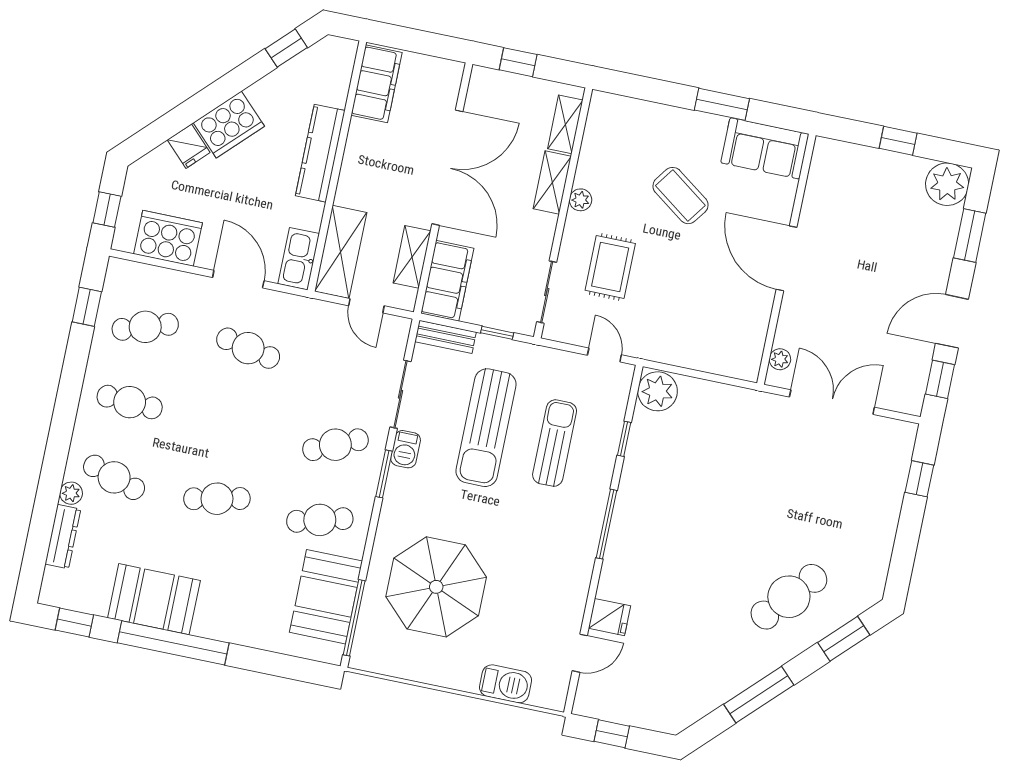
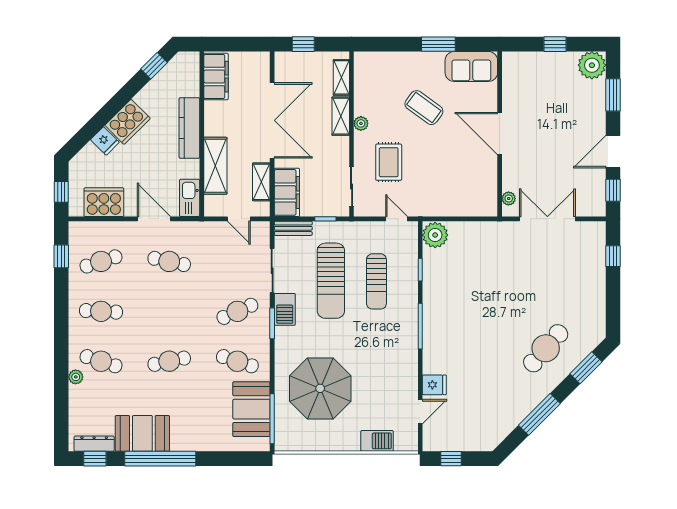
shelving: (341, 252) -> (215, 166), moved
sun lounger: (555, 443) -> (376, 281), turned 180
barbecue: (406, 449) -> (285, 309), width x1.38, depth x1.27
cafe table: (320, 520) -> (237, 361), turned 33
dresser: (63, 537) -> (94, 444), moved, turned -90

